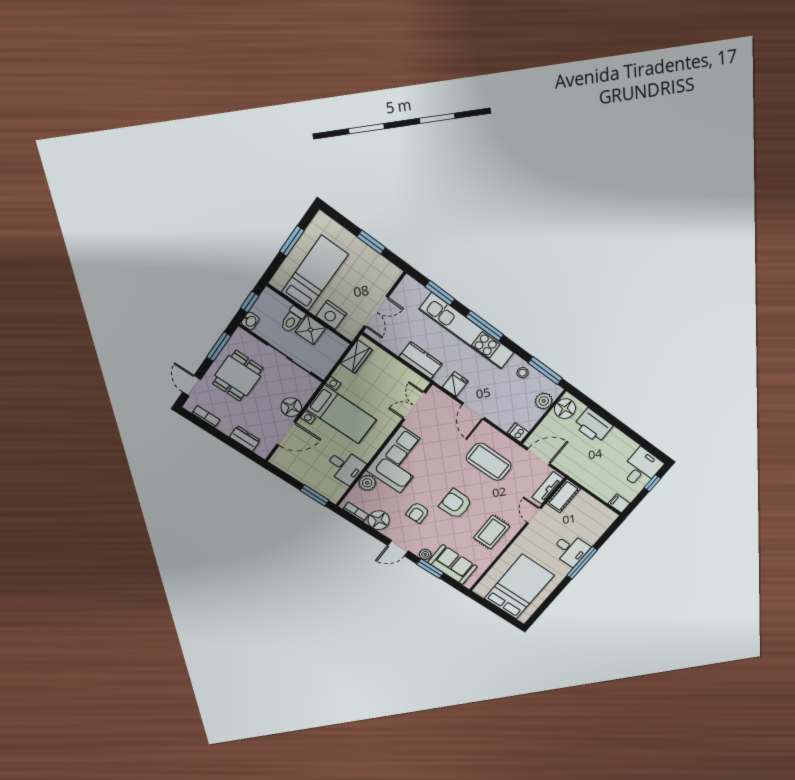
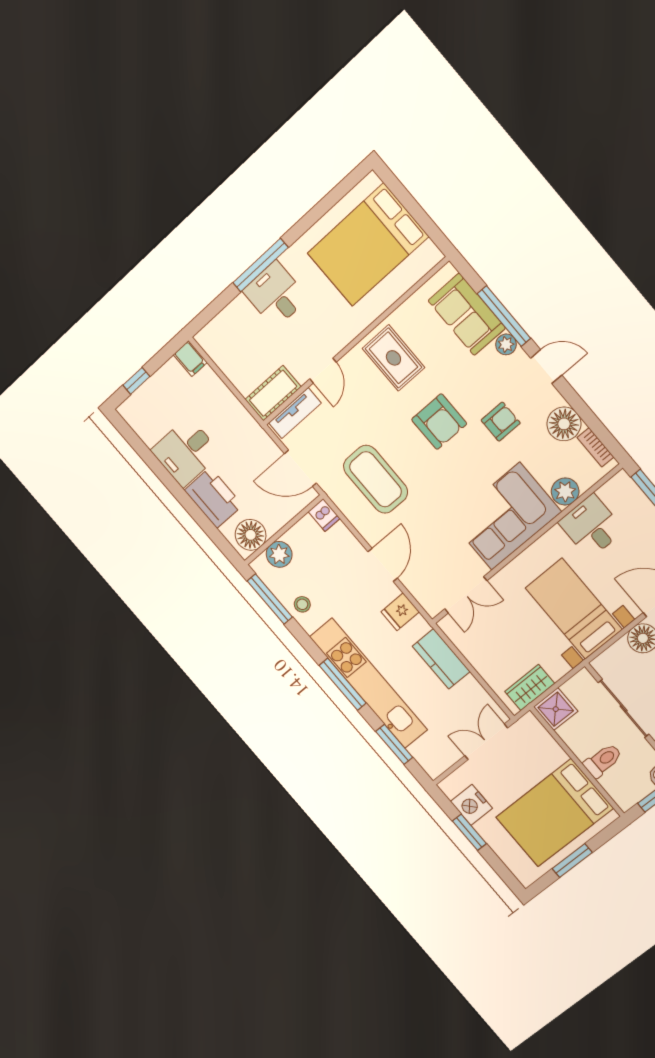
bed: (315, 273) -> (554, 813), width x1.50
nightstand: (331, 315) -> (471, 805), moved, turned 180
shower: (311, 330) -> (556, 709), moved
desk: (641, 468) -> (186, 452), moved
rug: (492, 532) -> (393, 358), turned 90
window: (430, 569) -> (504, 316), width x1.44

